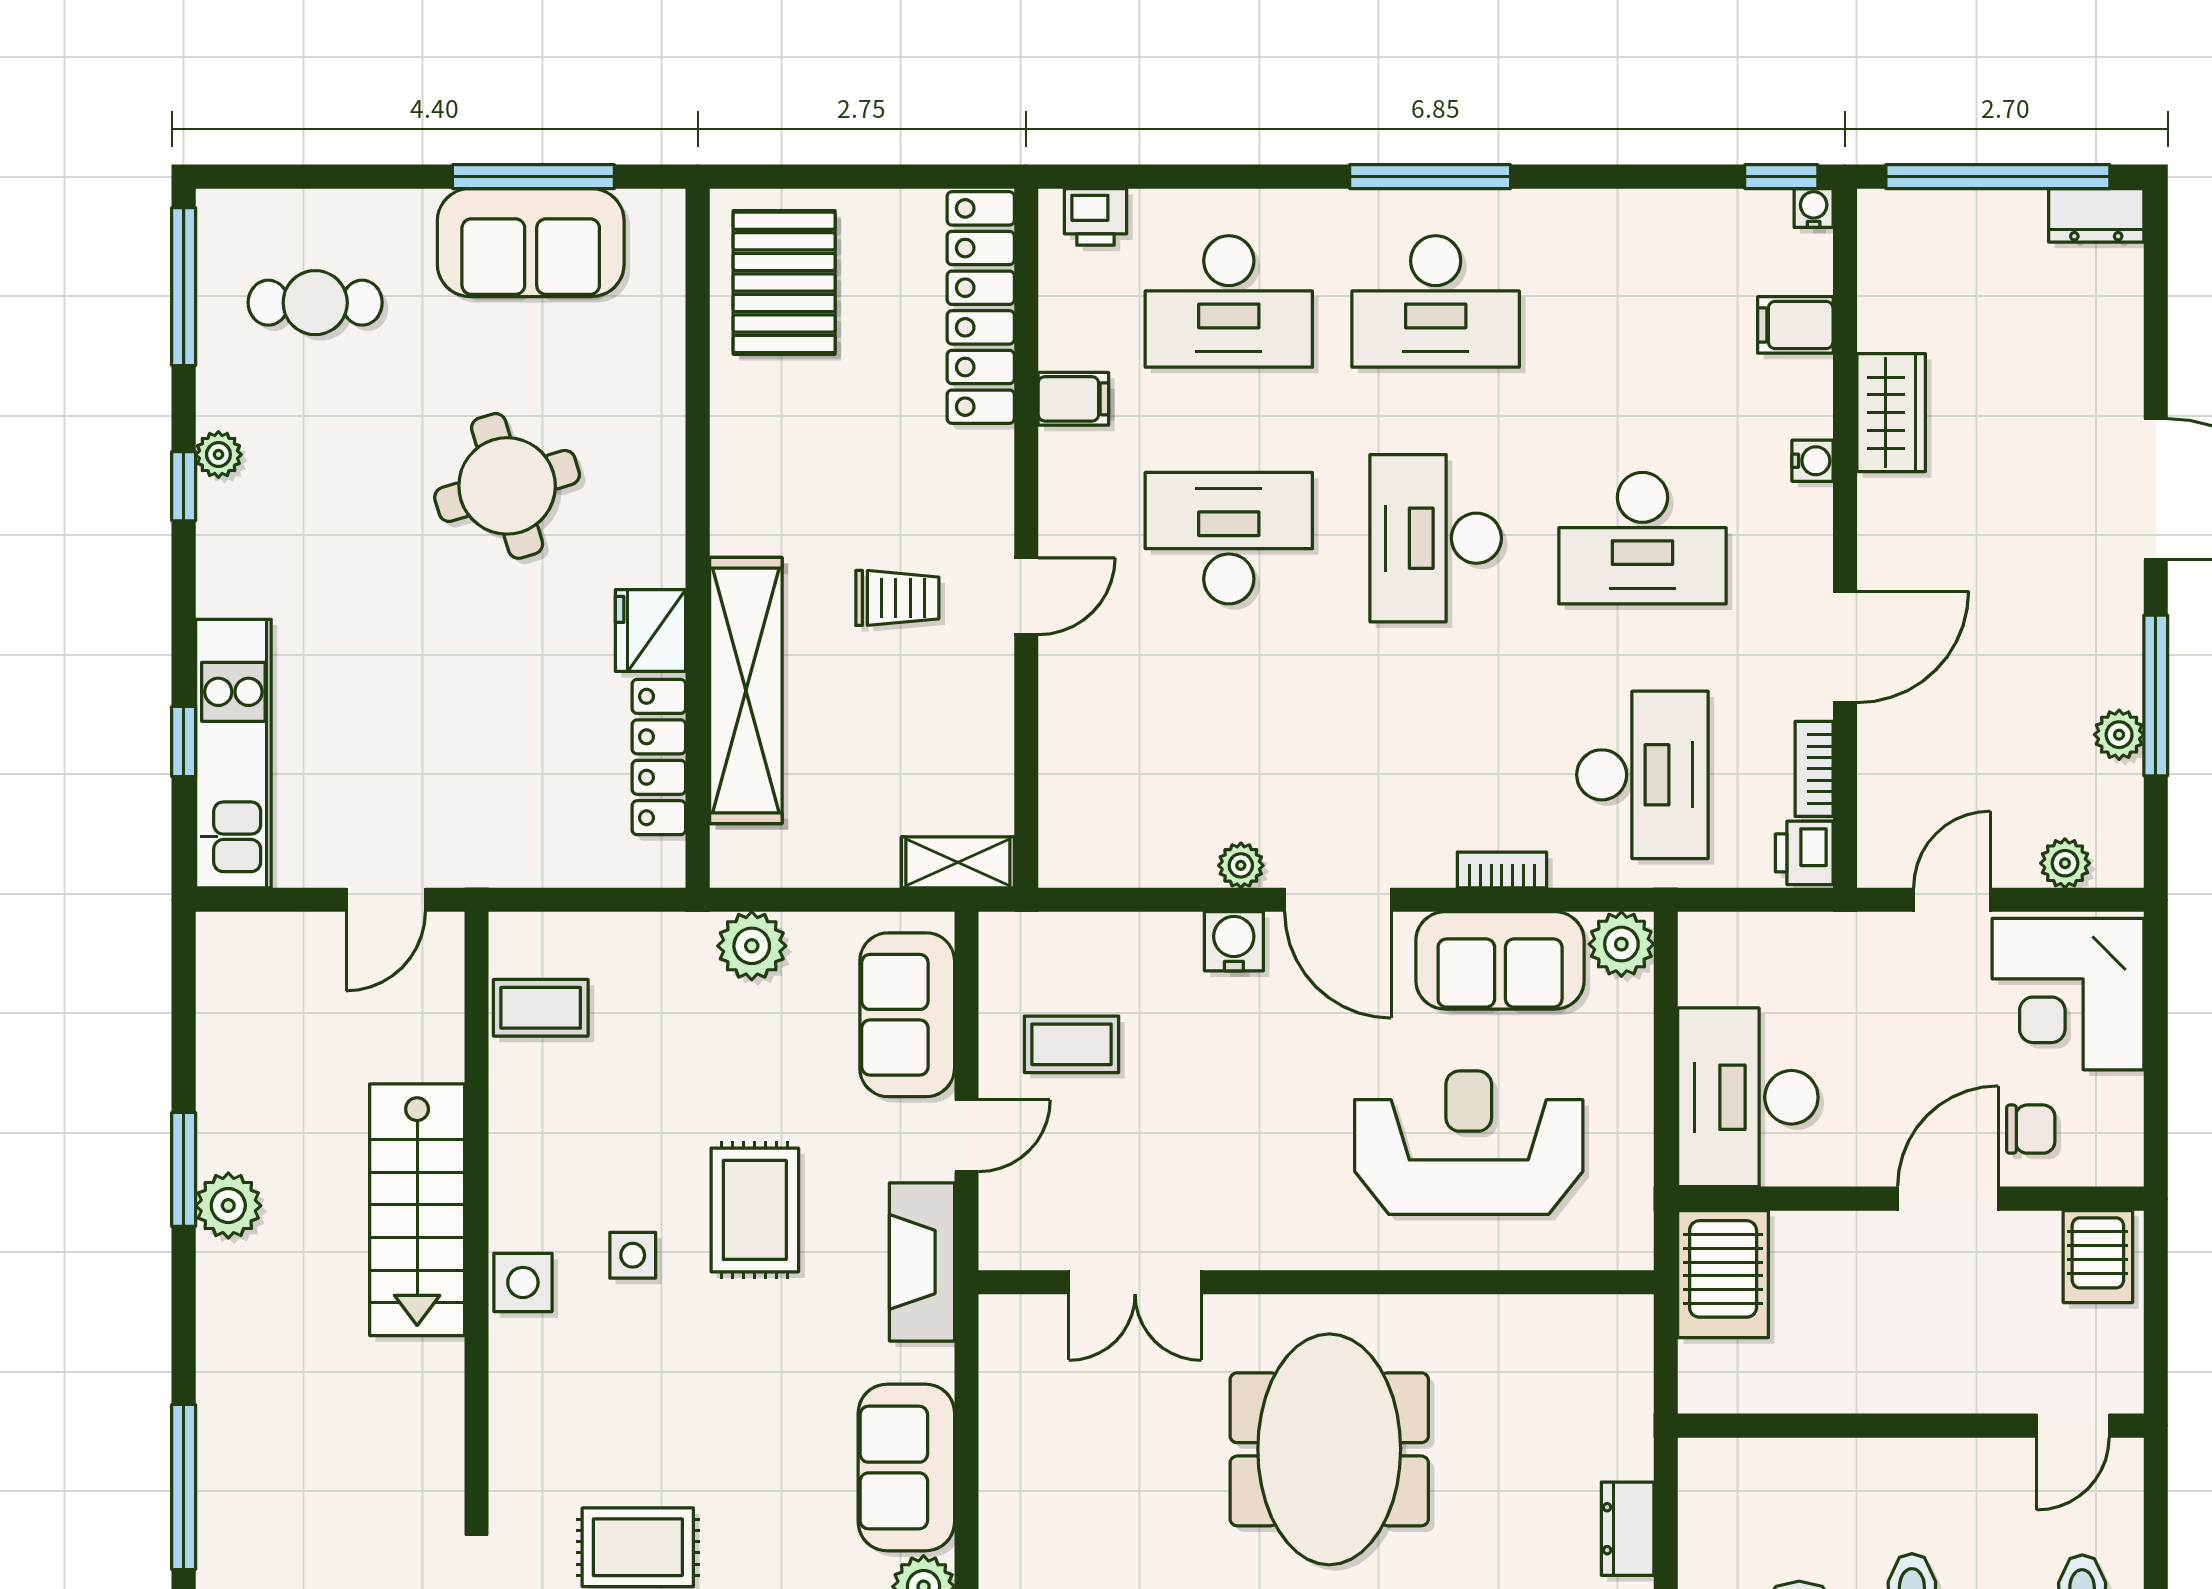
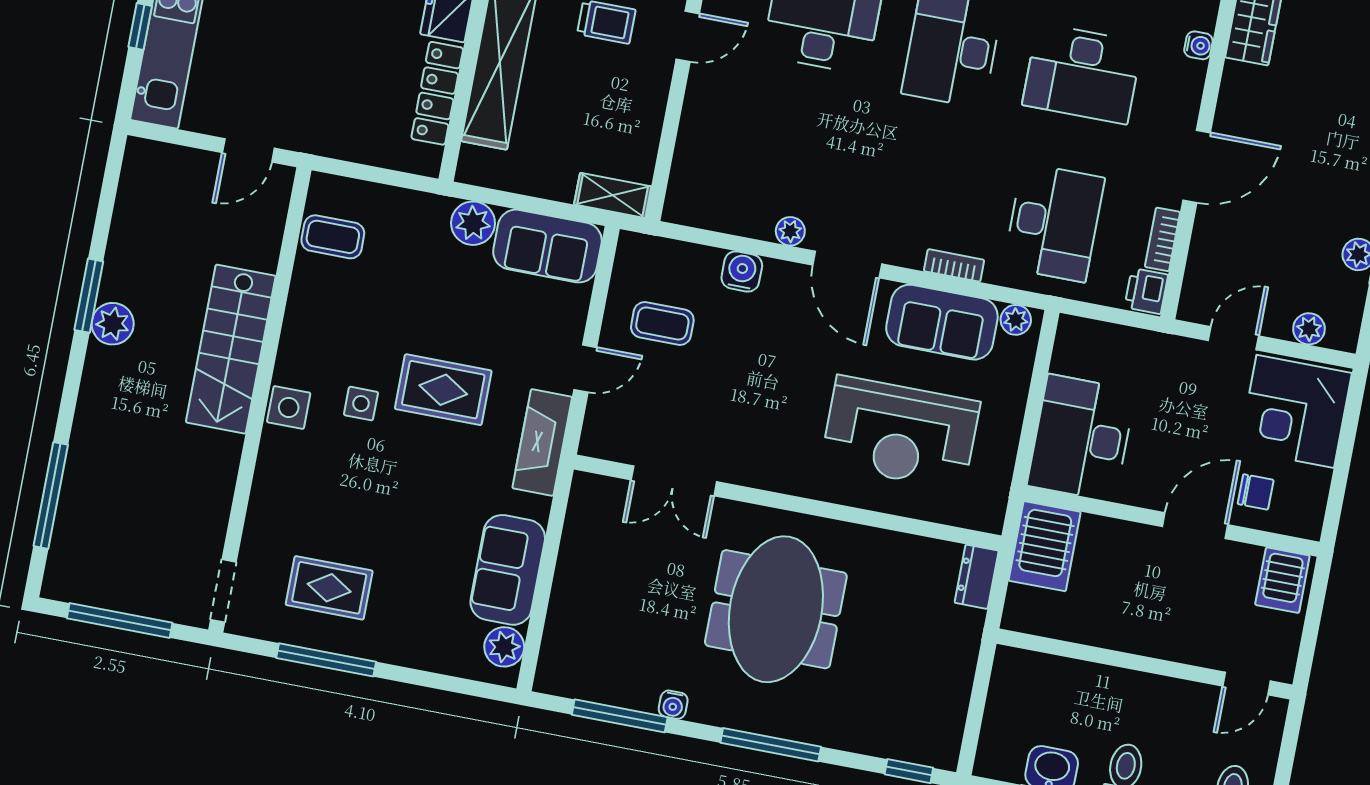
water cooler: (1234, 941) -> (742, 271), moved
plant: (1621, 944) -> (1016, 320), width x0.73, depth x0.73
sofa: (907, 1015) -> (547, 246), moved, turned -90
reception desk: (1469, 1143) -> (900, 433), turned 180
rug: (755, 1210) -> (443, 390), turned 90
dresser: (1628, 1529) -> (977, 577), moved

